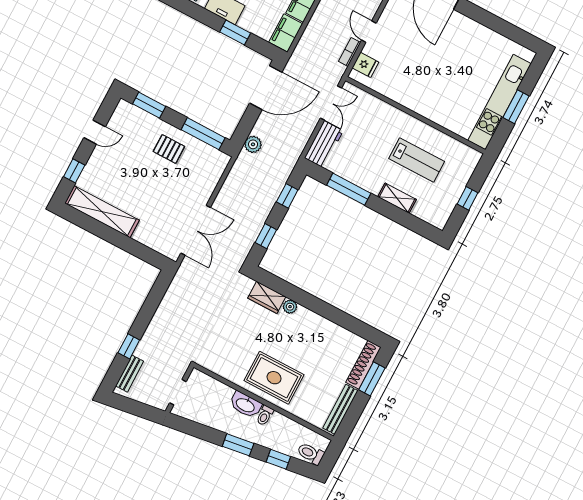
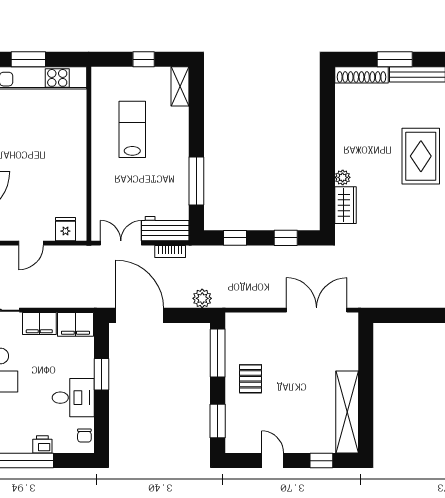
bookcase: (350, 52) -> (170, 251), moved
shelving: (397, 198) -> (180, 86), moved
window: (372, 379) -> (395, 59), moved

